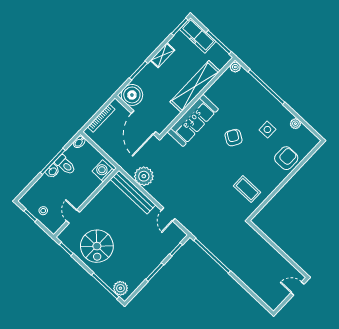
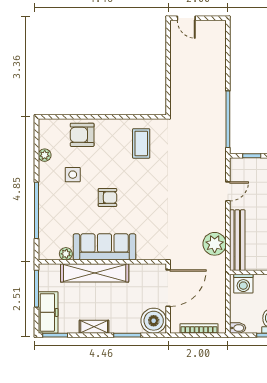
plant: (235, 67) -> (66, 254), moved
sofa: (193, 120) -> (104, 247), moved
armchair: (234, 138) -> (107, 197), turned -121

